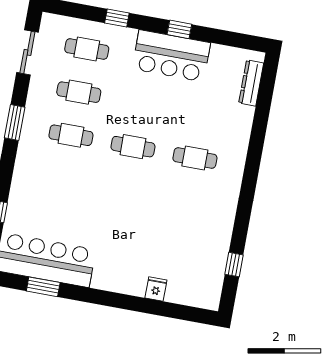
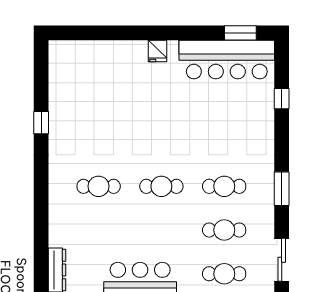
window: (234, 265) -> (41, 123), moved
window: (43, 287) -> (240, 33), moved
fridge: (156, 289) -> (158, 51), moved

